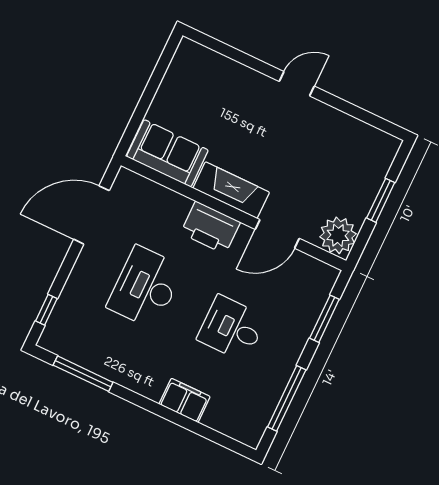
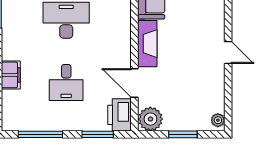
plant: (384, 142) -> (218, 120), added
printer: (210, 228) -> (119, 115), moved
desk: (232, 328) -> (66, 82), turned 180

